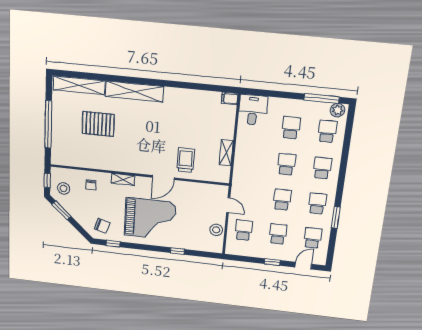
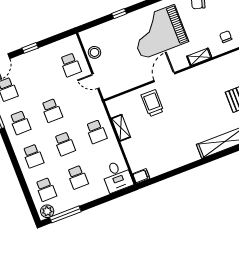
trolley: (186, 160) -> (152, 103), turned 180
school desk: (278, 234) -> (96, 132), moved

